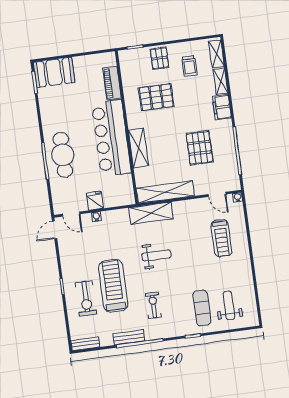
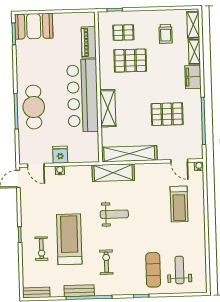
pallet: (159, 58) -> (123, 33), moved, turned 90
pallet: (200, 148) -> (167, 114), turned 90
exercise bike: (86, 298) -> (41, 249), width x0.73, depth x0.72

